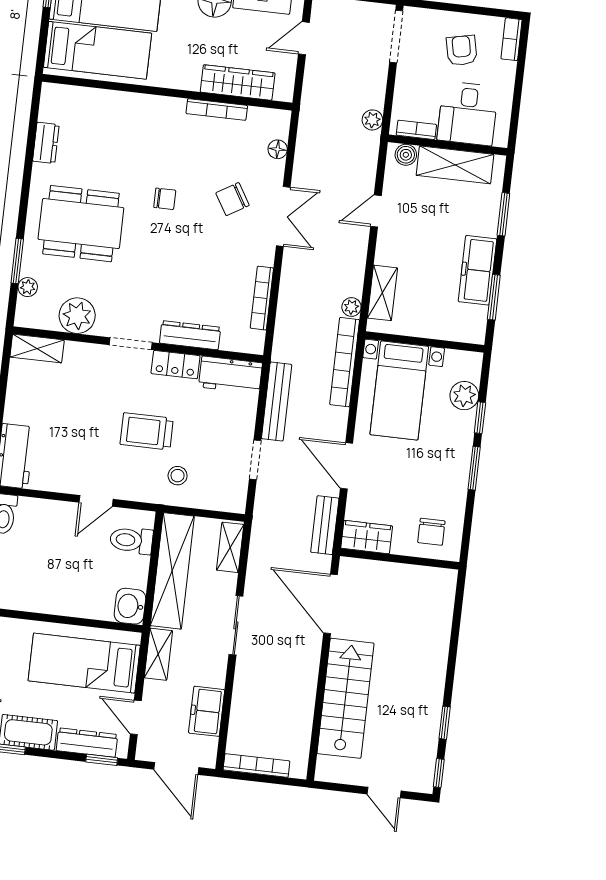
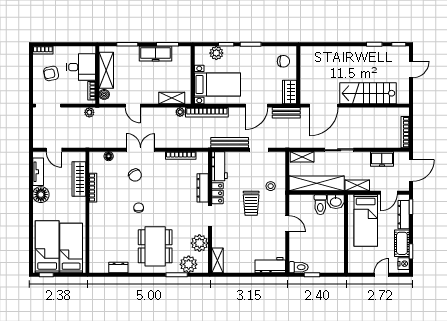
plant: (28, 287) -> (189, 264), width x1.88, depth x1.88
toilet: (131, 540) -> (320, 205), moved

